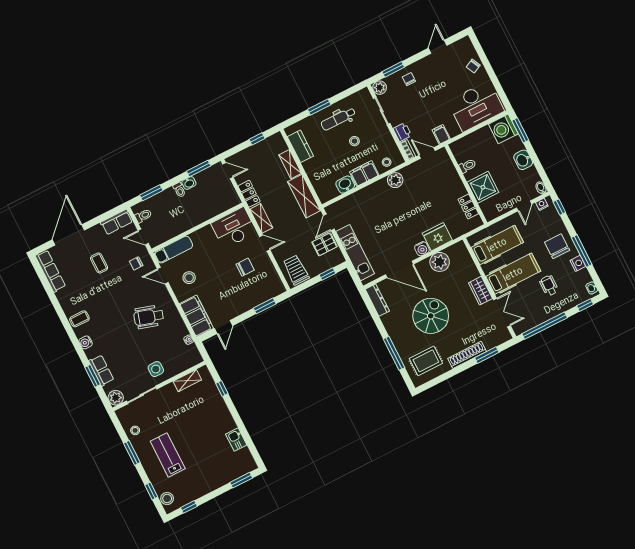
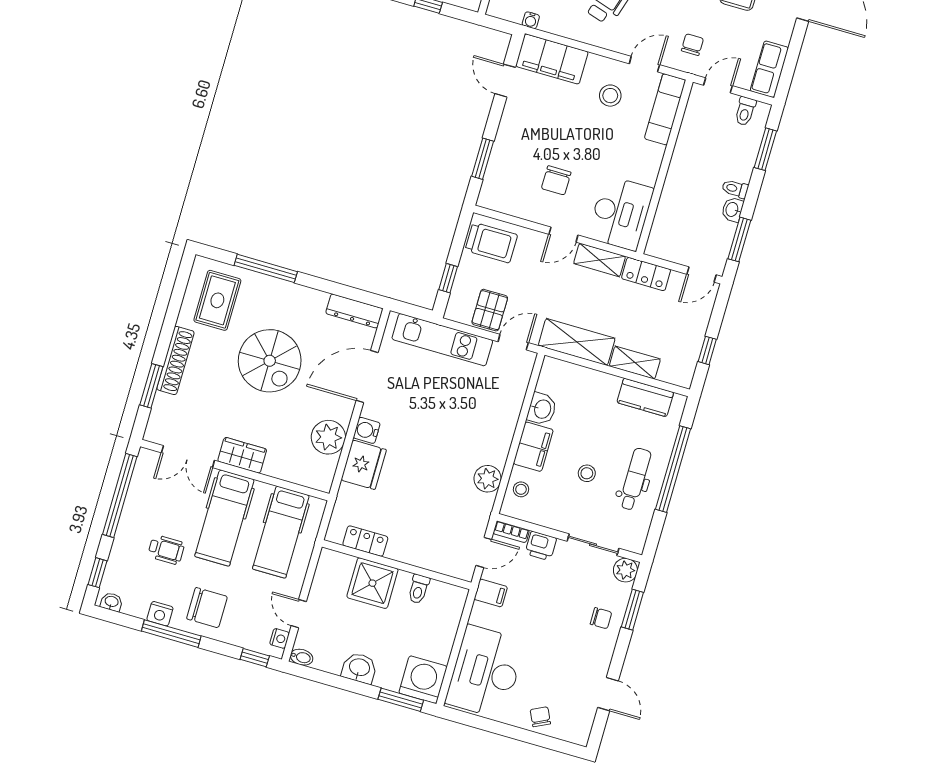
window: (319, 107) -> (673, 469), width x2.11
door: (329, 222) -> (513, 342), hinge flipped

